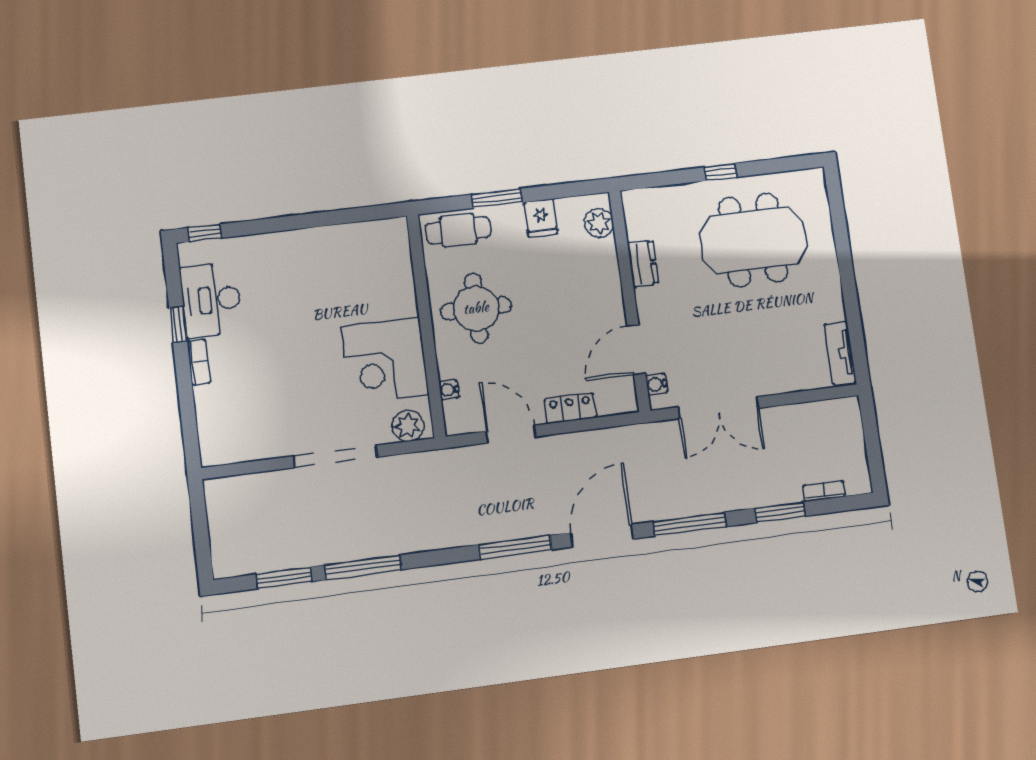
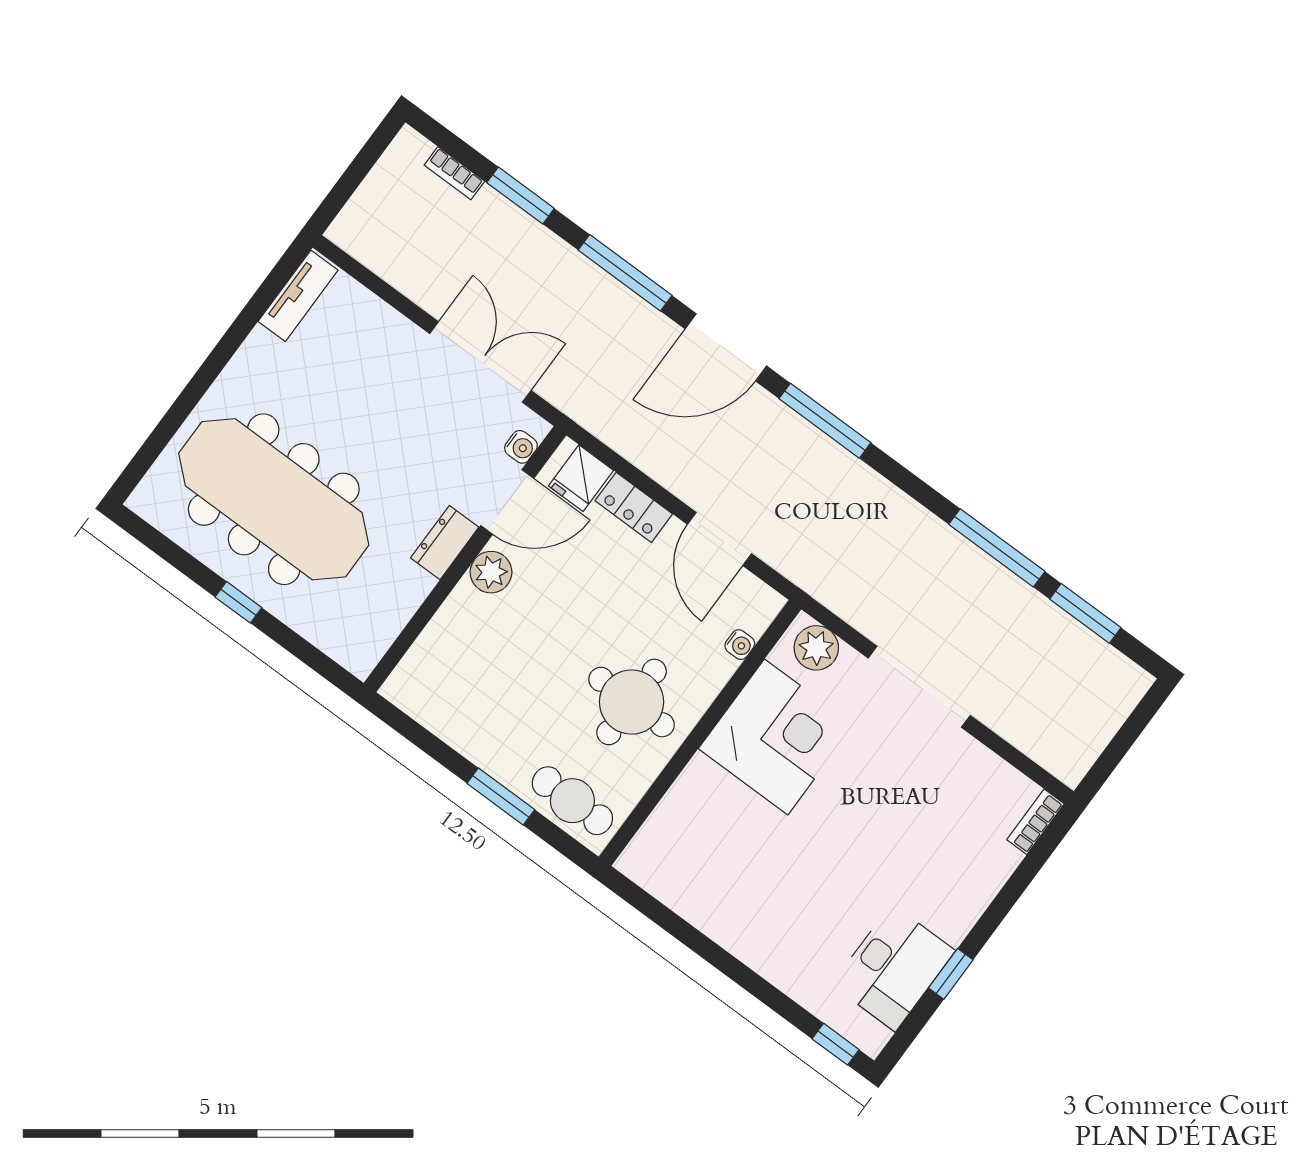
fridge: (541, 218) -> (581, 478), moved, turned 180
plant: (599, 223) -> (491, 572), moved
meeting table: (753, 240) -> (274, 499), width x1.36
dresser: (643, 263) -> (445, 543), moved
bookcase: (198, 362) -> (1035, 822), moved

